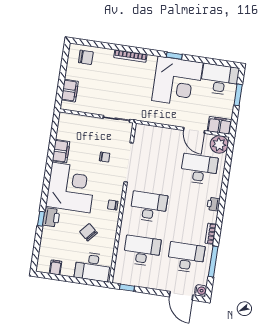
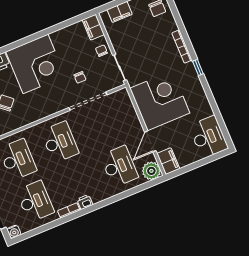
window: (174, 56) -> (198, 68), moved
corner desk: (177, 82) -> (160, 101), moved, turned 180
window: (238, 95) -> (205, 161), removed
filing cabinet: (61, 151) -> (93, 27), moved, turned 90
printer: (213, 204) -> (85, 202), moved
chair: (113, 205) -> (102, 51), moved
window: (213, 262) -> (46, 227), removed

